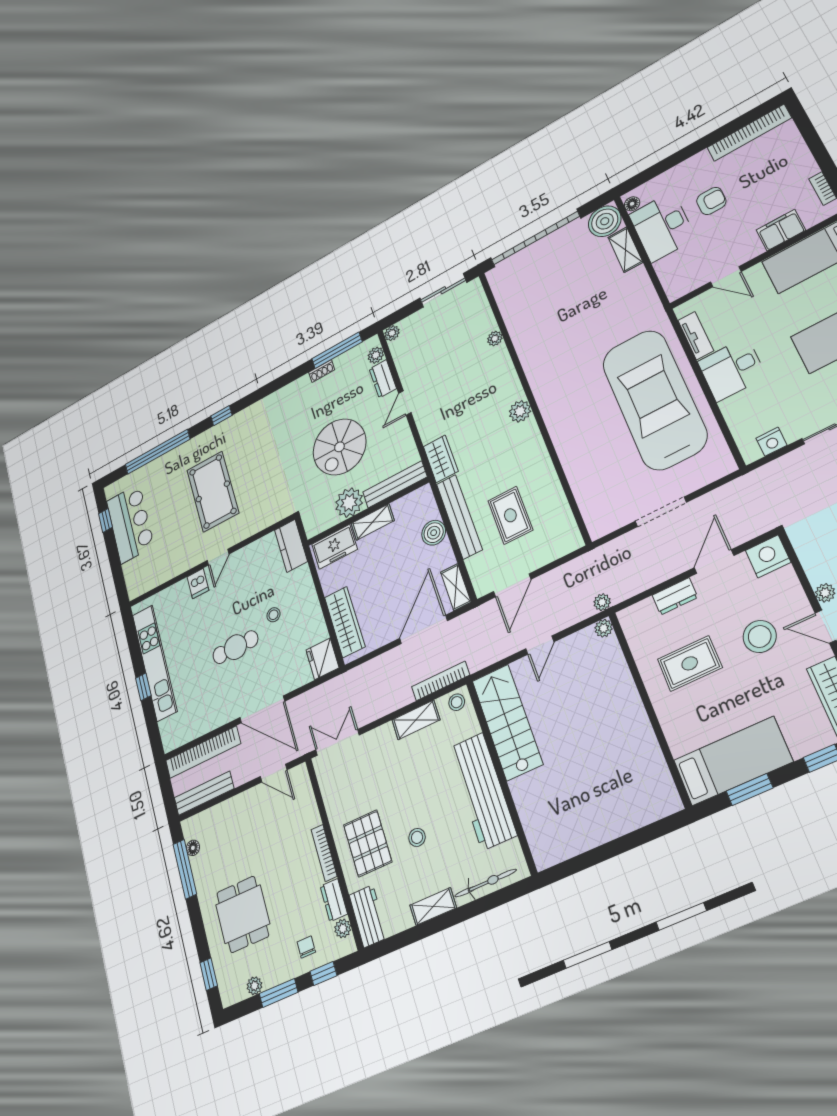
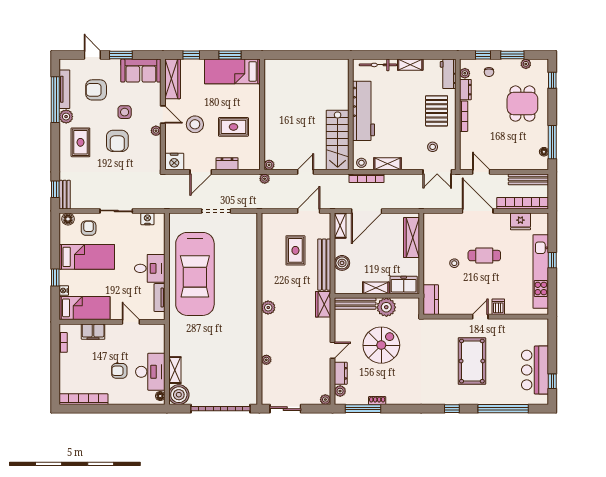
fridge: (322, 659) -> (520, 221), moved, turned 90
stool: (417, 837) -> (433, 147), moved

